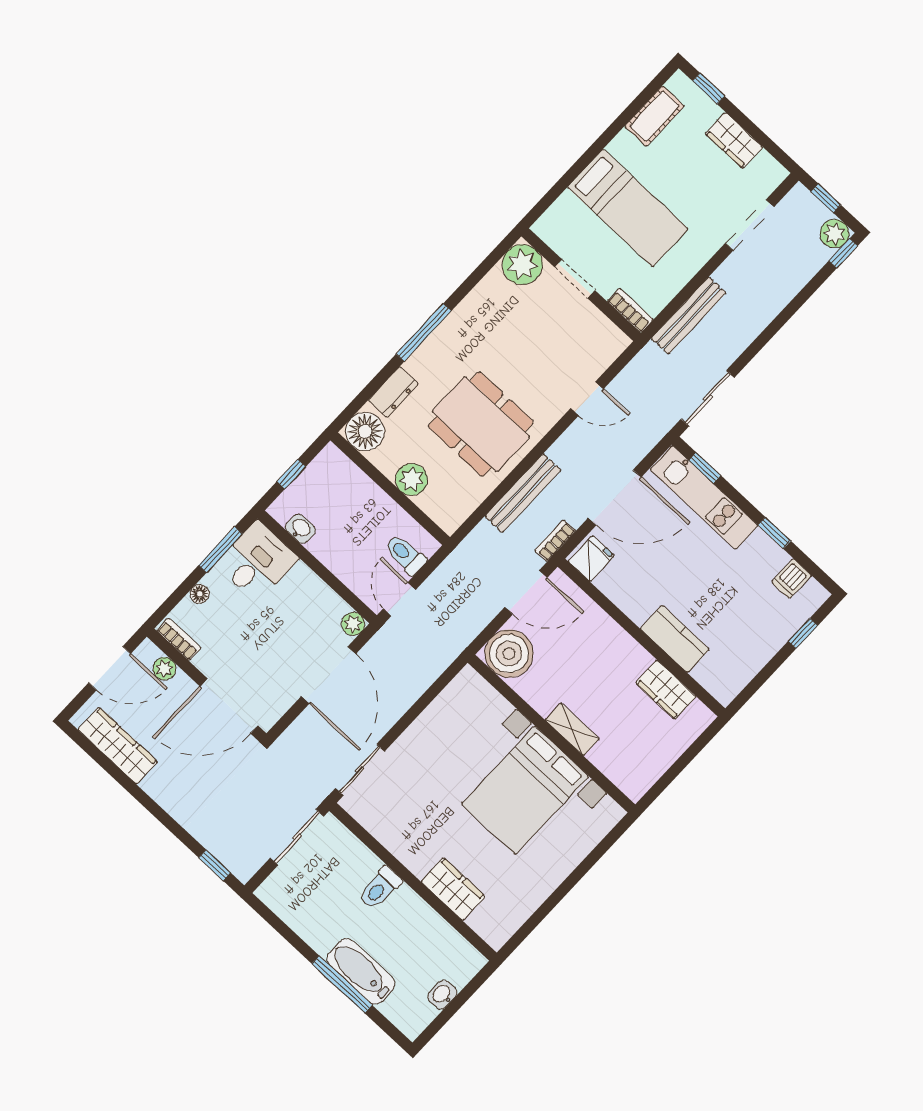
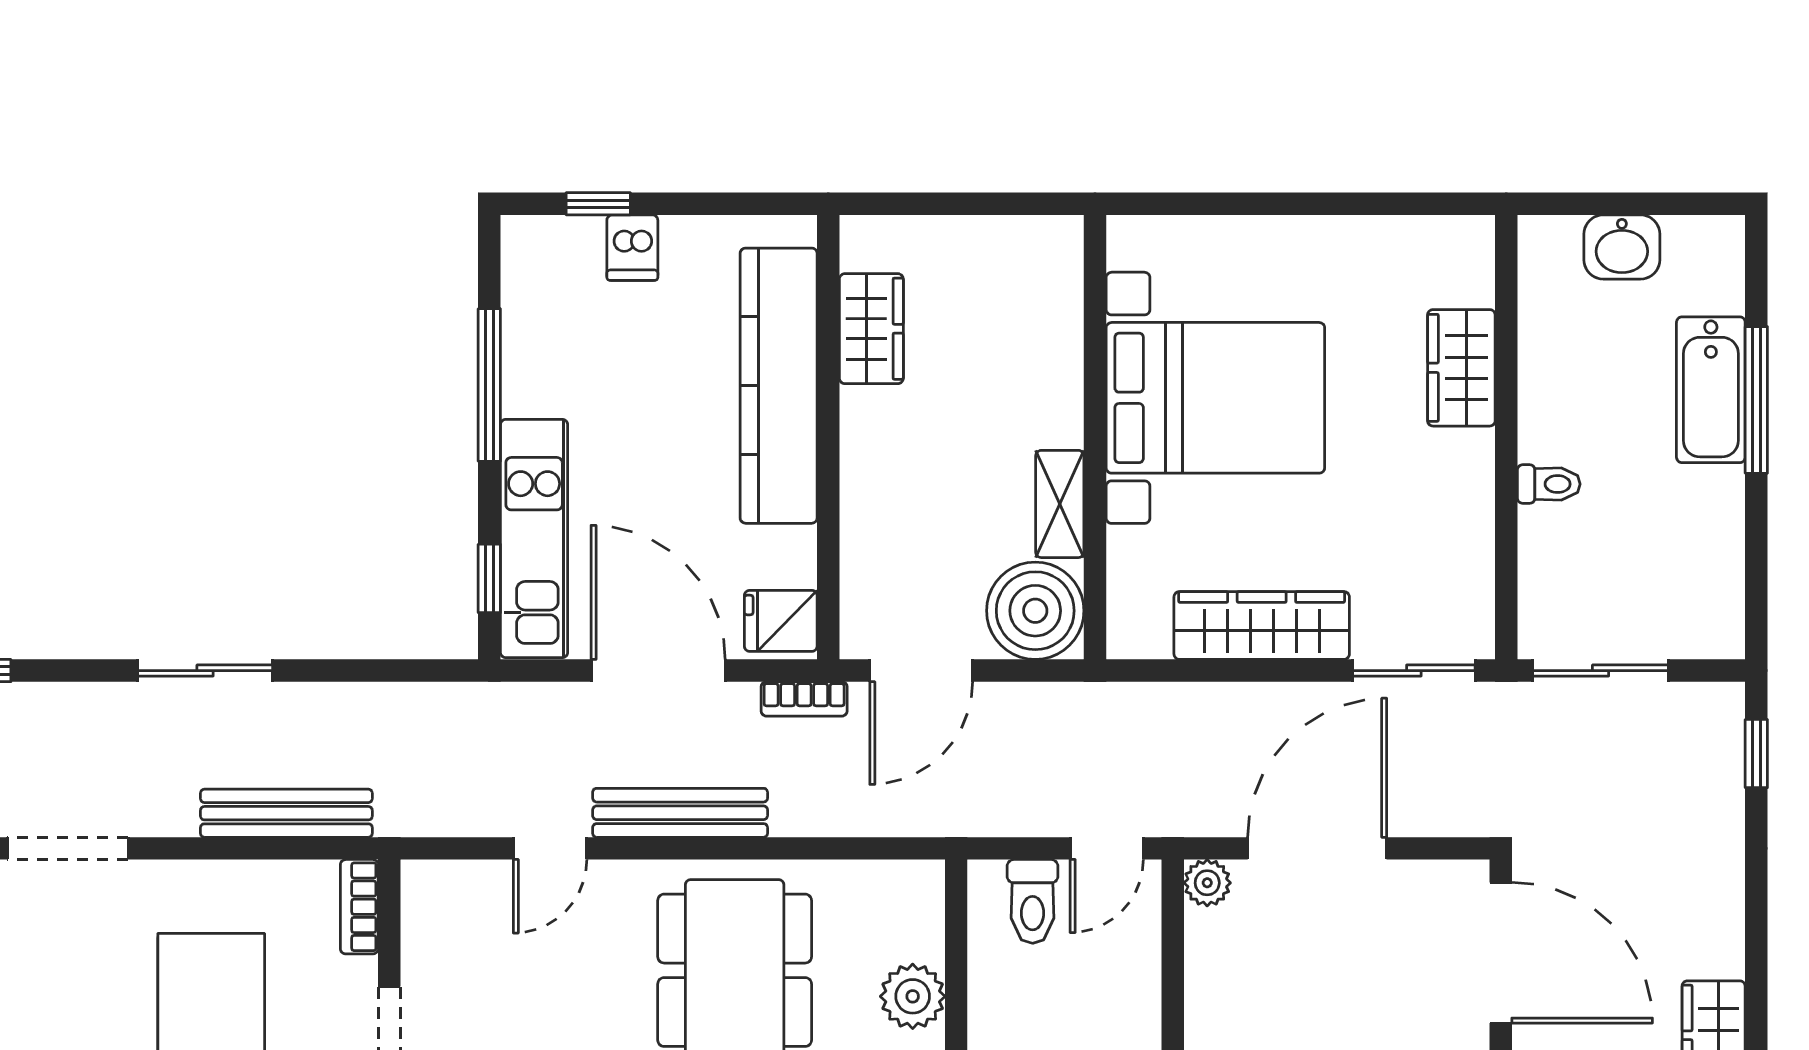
sliding door: (708, 398) -> (205, 671), moved
door: (587, 399) -> (550, 848), swing flipped
bench: (523, 493) -> (680, 813), moved
window: (774, 533) -> (489, 385), width x2.17
dishwasher: (791, 579) -> (632, 248), moved, turned 90
door: (526, 592) -> (921, 671), swing flipped
kitchen counter: (675, 639) -> (779, 386), width x2.08, depth x1.17
shelving: (572, 729) -> (1060, 504), moved
wardrobe: (427, 730) -> (1262, 626), added
toilet: (380, 888) -> (1549, 484), width x0.73, depth x0.72
washbasin: (442, 995) -> (1622, 247), width x1.38, depth x1.45

